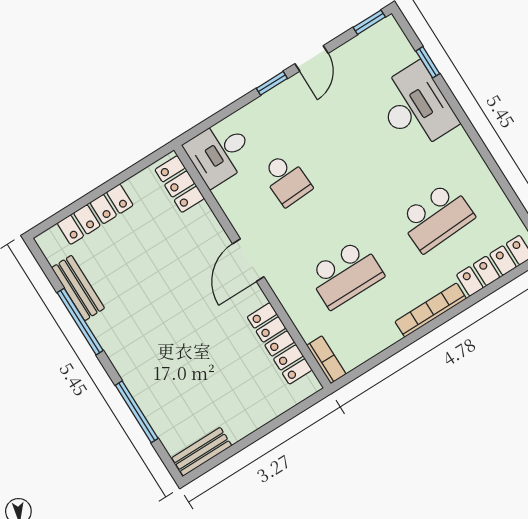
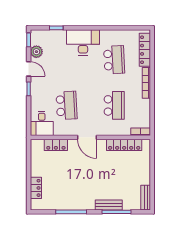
plant: (356, 53) -> (36, 52), added
desk: (416, 107) -> (83, 42), moved
school desk: (286, 180) -> (67, 105), width x1.85
locker: (180, 184) -> (56, 145), moved
locker: (95, 214) -> (36, 188), width x0.66
bench: (78, 288) -> (109, 205), moved

